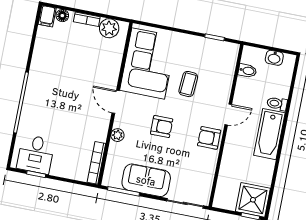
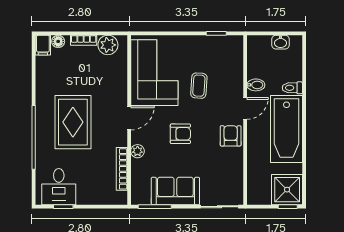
bidet: (247, 71) -> (256, 85), moved
rug: (61, 95) -> (73, 122), added
door: (116, 102) -> (129, 118), swing flipped
bathtub: (269, 134) -> (287, 129), width x1.36, depth x1.36
armchair: (209, 138) -> (231, 136), turned 90
bookcase: (96, 163) -> (122, 169), moved

